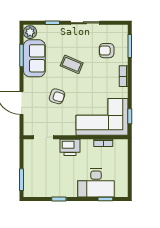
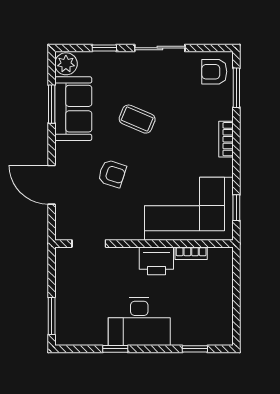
armchair: (107, 51) -> (214, 72), moved
printer: (70, 147) -> (156, 261), moved
desk: (96, 183) -> (139, 321), moved

